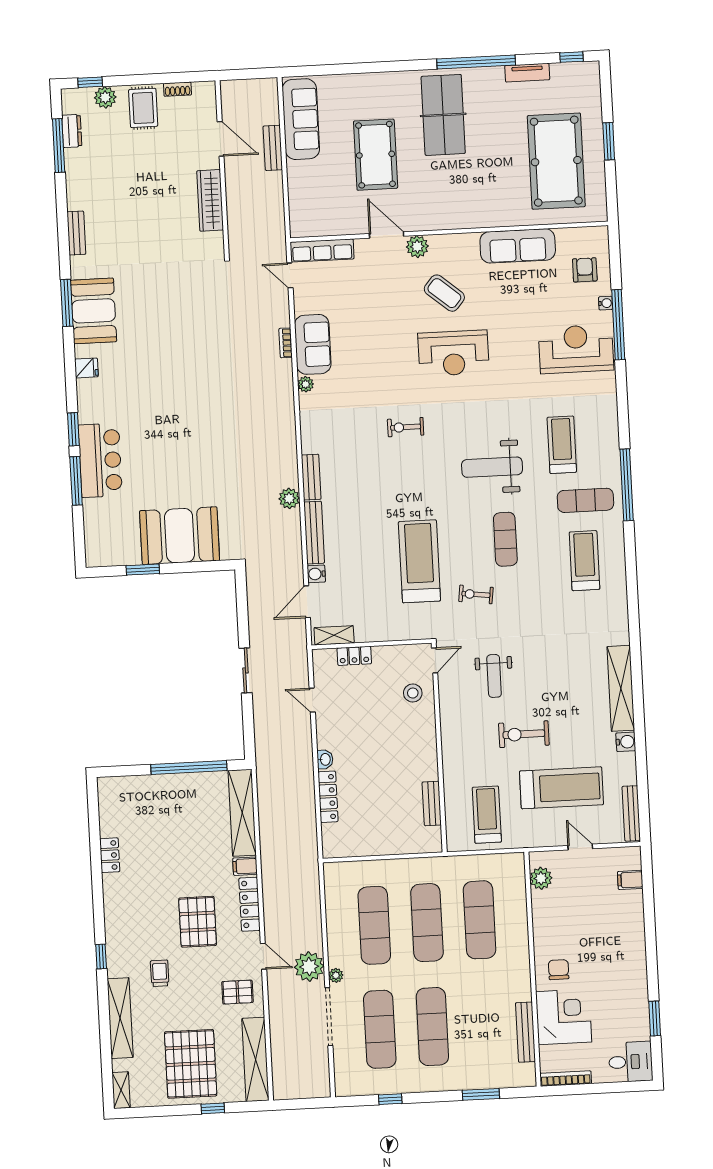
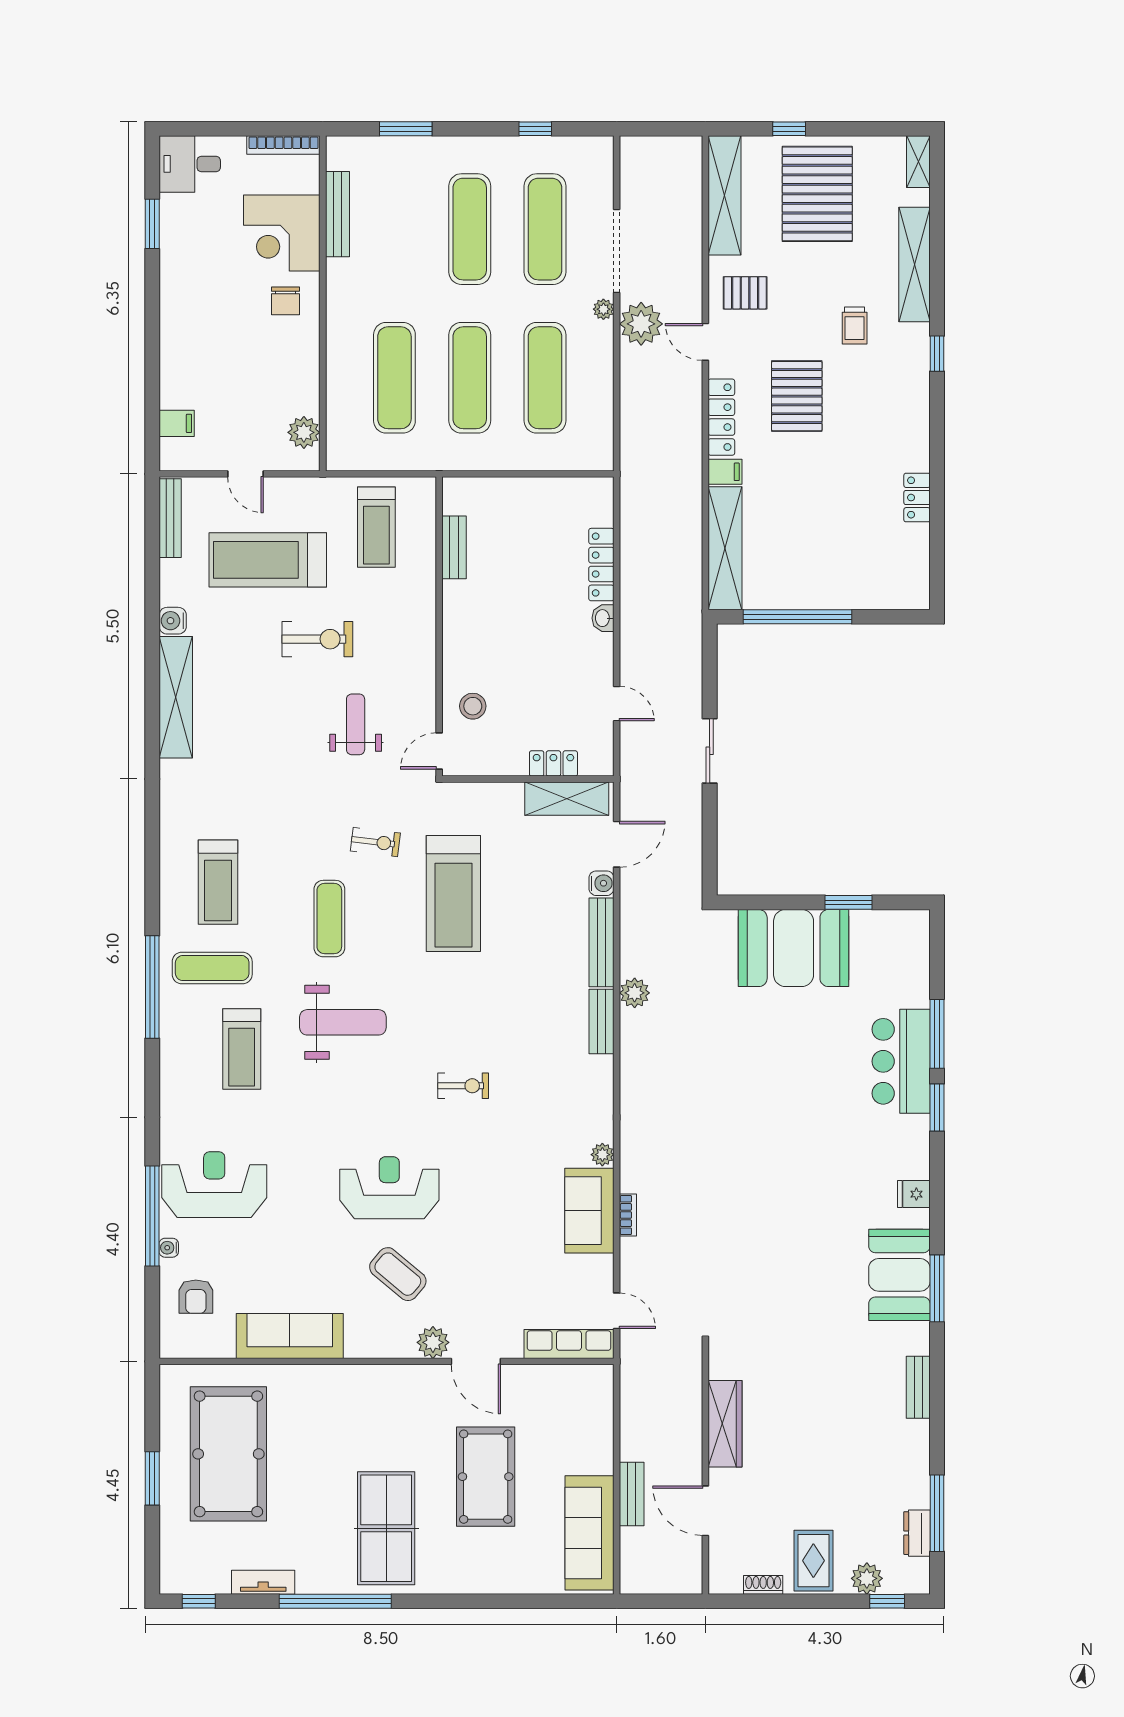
reception desk: (576, 349) -> (214, 1185), turned 180
shelving: (334, 635) -> (567, 799), width x1.50, depth x1.33

